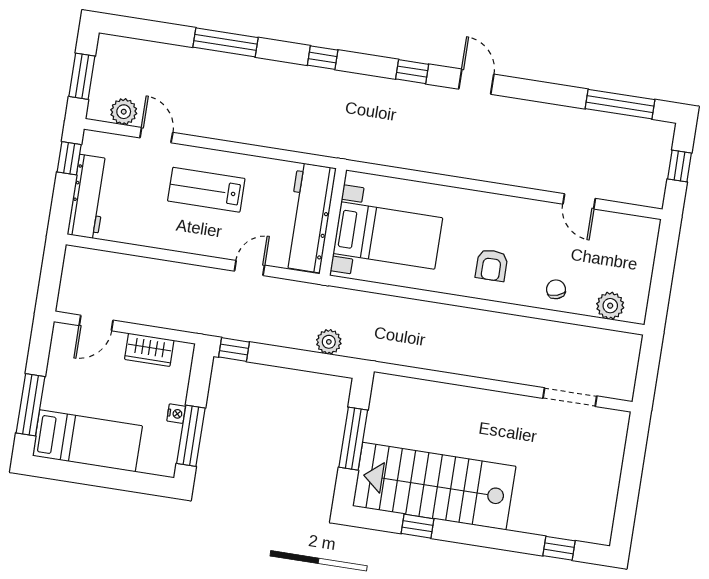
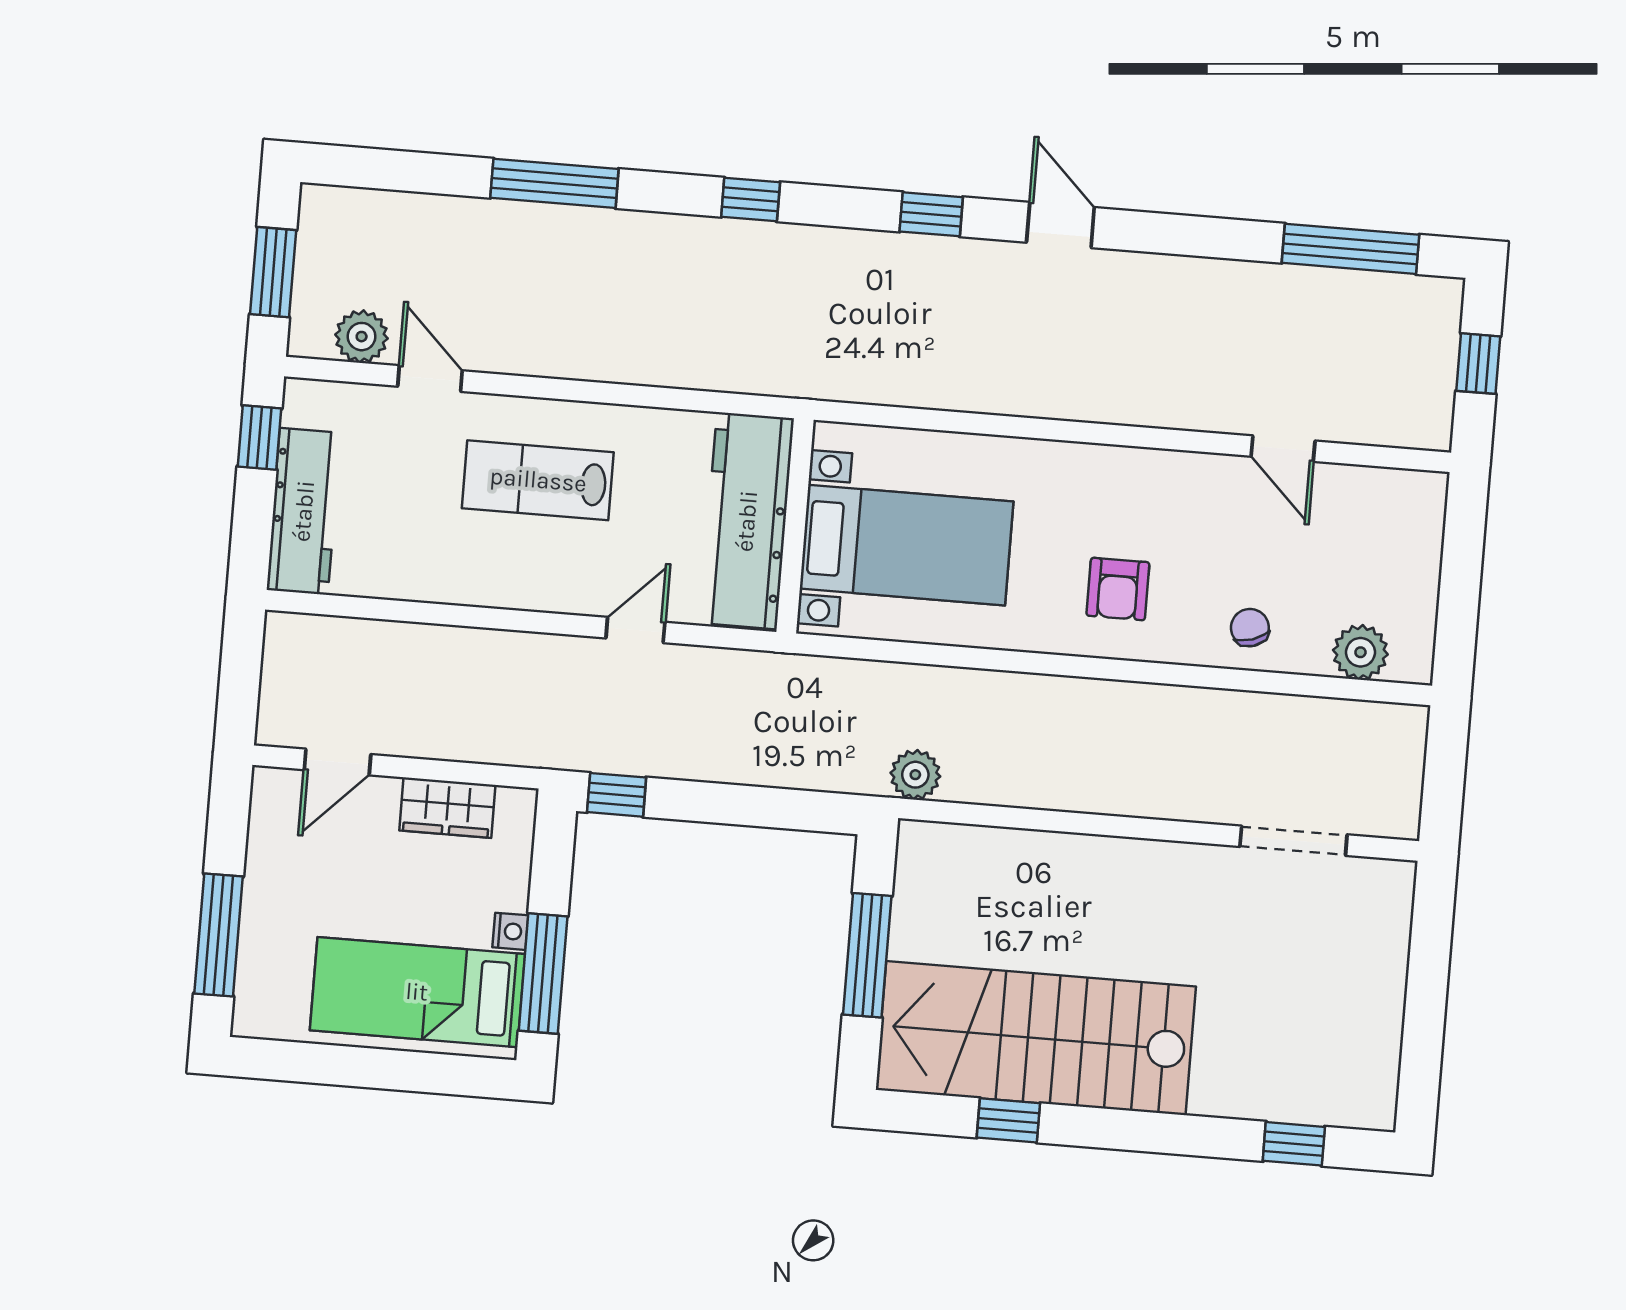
plant: (329, 342) -> (915, 775), moved
bed: (87, 441) -> (417, 992), moved, turned 180

